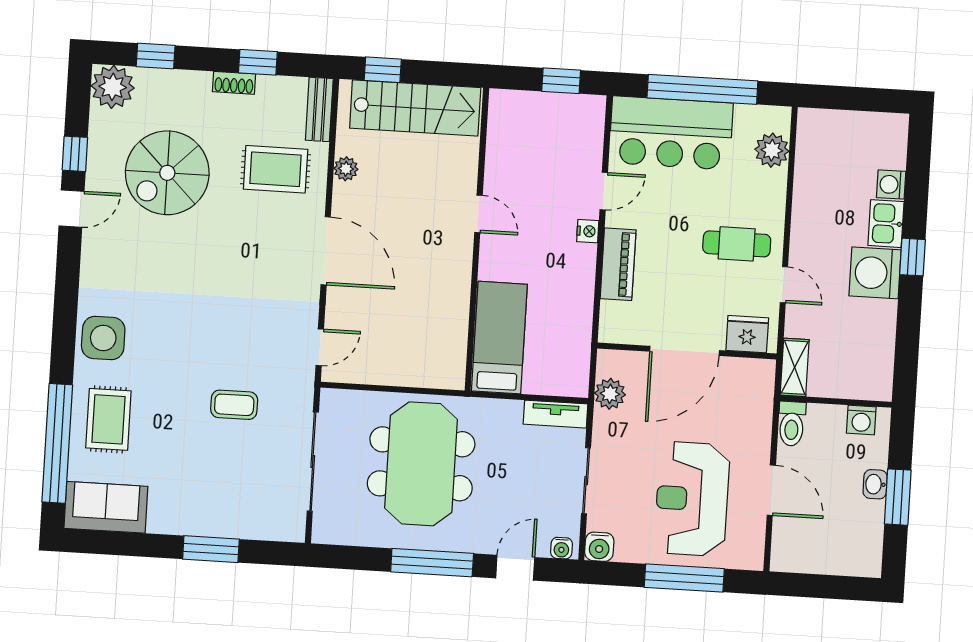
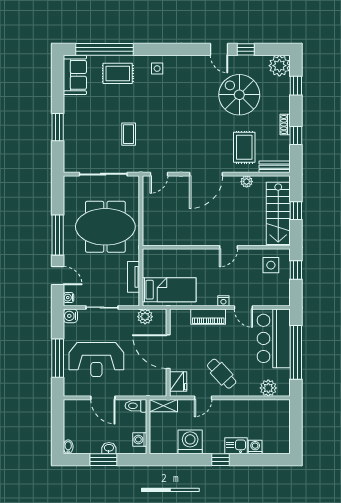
window: (383, 70) -> (296, 211), moved
window: (561, 81) -> (296, 270), moved
side table: (520, 129) -> (271, 265), added
cafe table: (737, 244) -> (222, 374), turned -43
washing machine: (875, 273) -> (190, 442), moved
side table: (103, 338) -> (157, 69), width x0.54, depth x0.54
bed: (499, 338) -> (169, 290), moved
door: (320, 347) -> (159, 174), hinge flipped
tv unit: (555, 414) -> (134, 277), moved
door: (771, 490) -> (103, 398), hinge flipped
reception desk: (692, 499) -> (96, 360), turned 180
bidet: (867, 568) -> (68, 447), added

